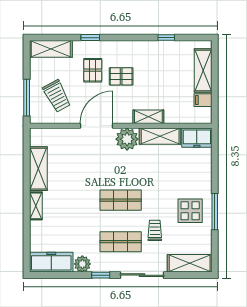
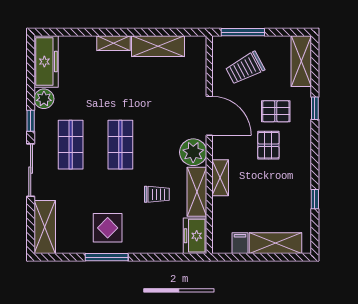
trolley: (155, 230) -> (157, 194), moved

